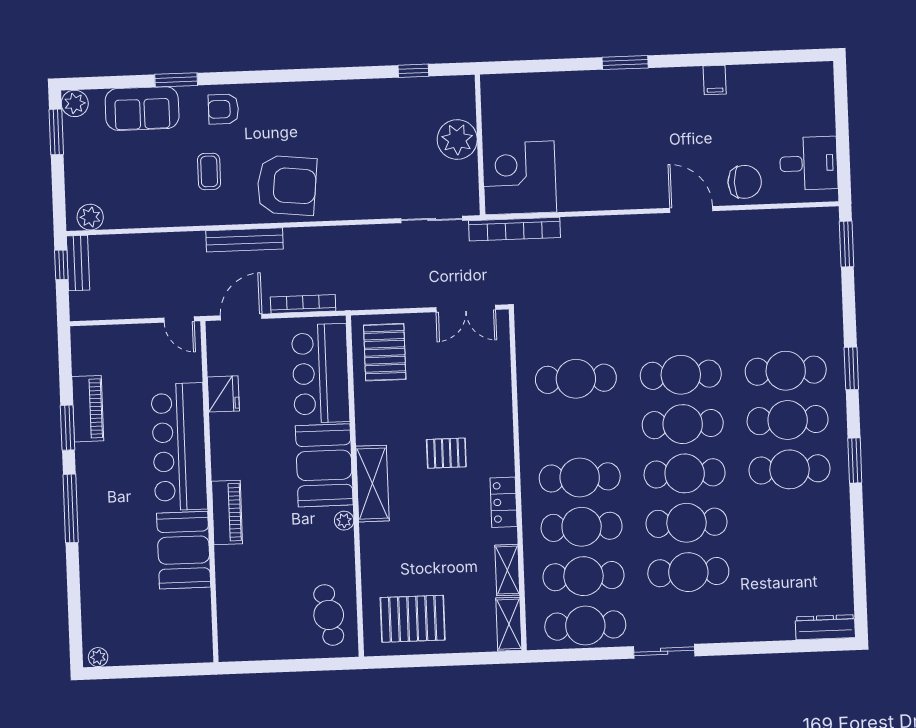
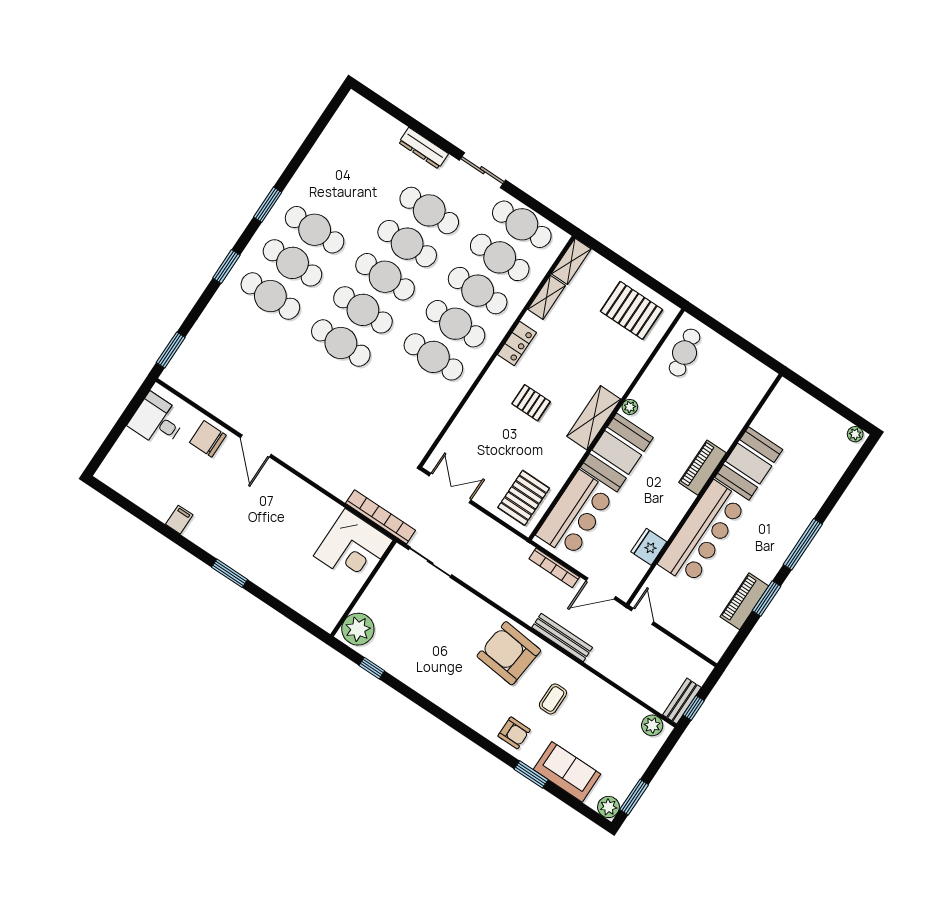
plant: (457, 140) -> (358, 629), moved
cafe table: (576, 379) -> (433, 357), moved
dresser: (825, 627) -> (423, 148), moved

